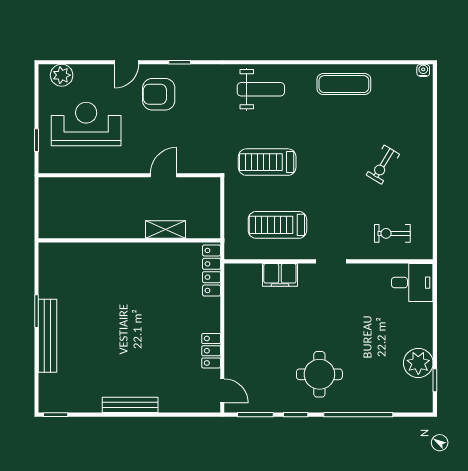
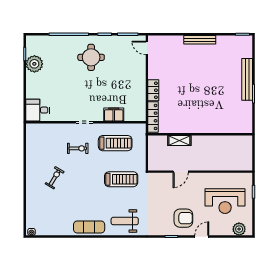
exercise mat: (344, 84) -> (89, 227), moved
exercise bike: (392, 233) -> (78, 148), moved
locker: (211, 351) -> (153, 90), moved

